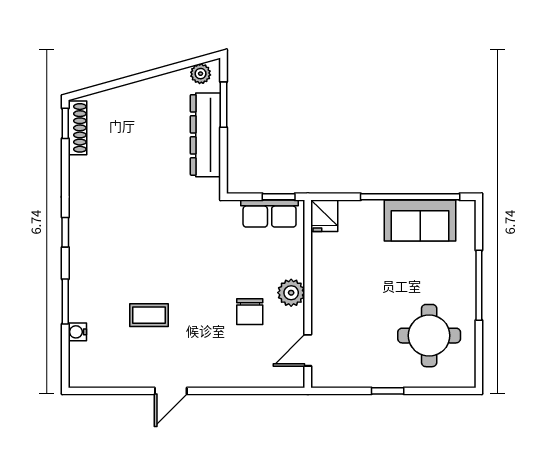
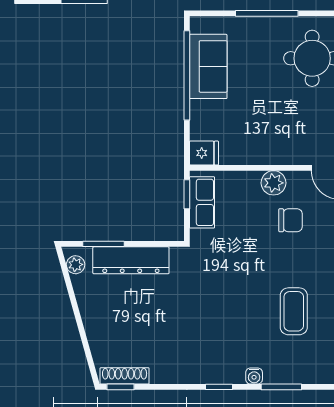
coffee table: (149, 315) -> (294, 311), width x1.36, depth x1.30
water cooler: (77, 332) -> (254, 376), moved

